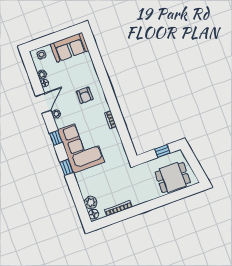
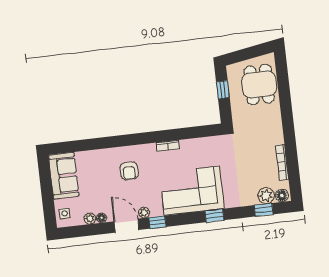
armchair: (85, 95) -> (129, 171), turned 90
window: (56, 138) -> (157, 222), moved
window: (80, 203) -> (264, 210), added

